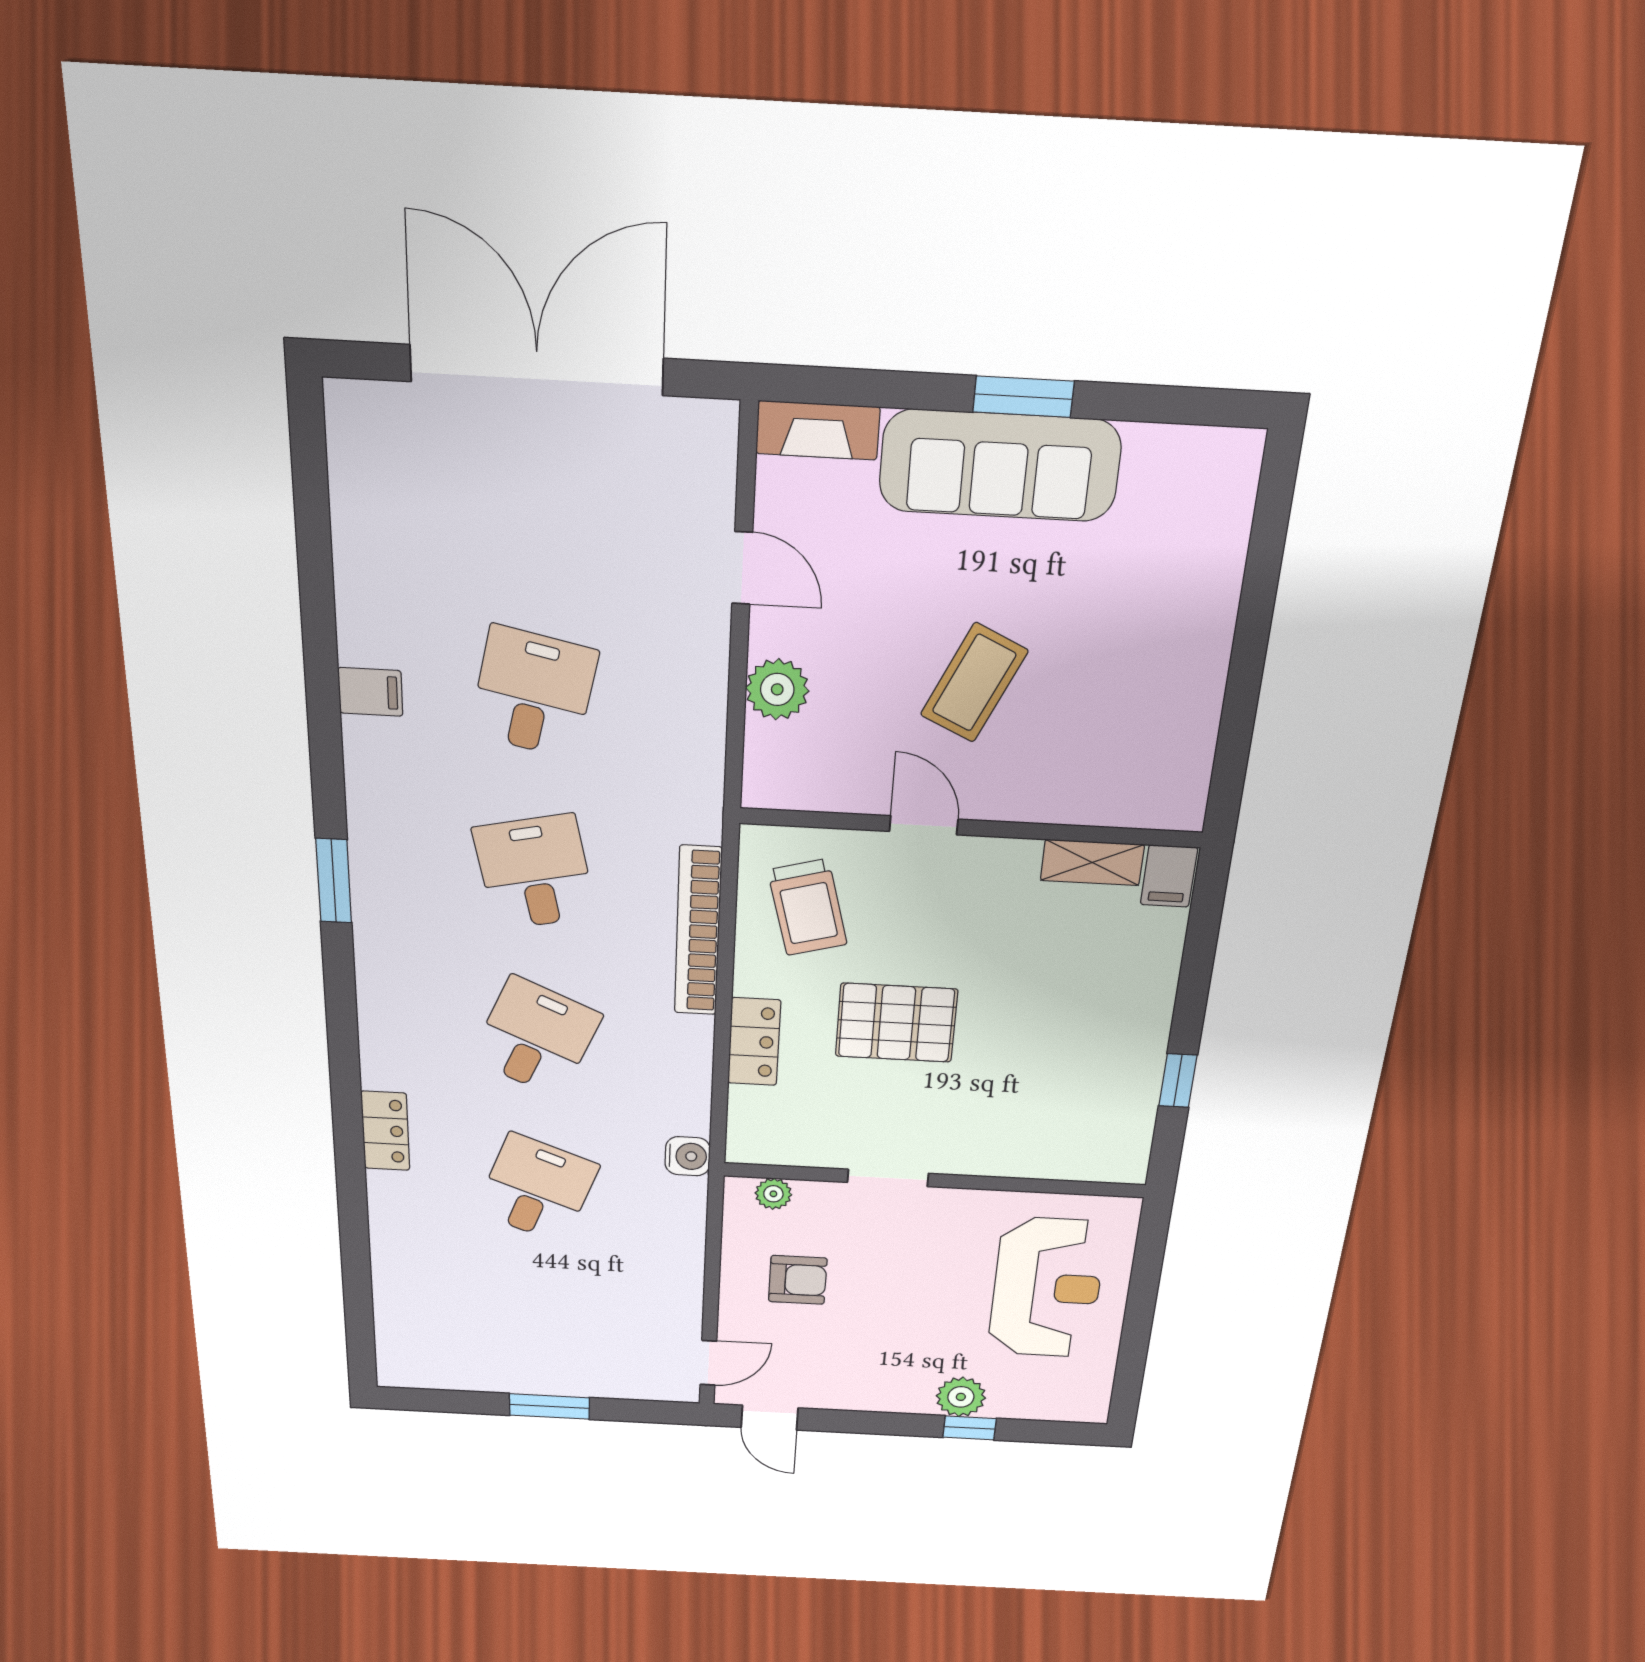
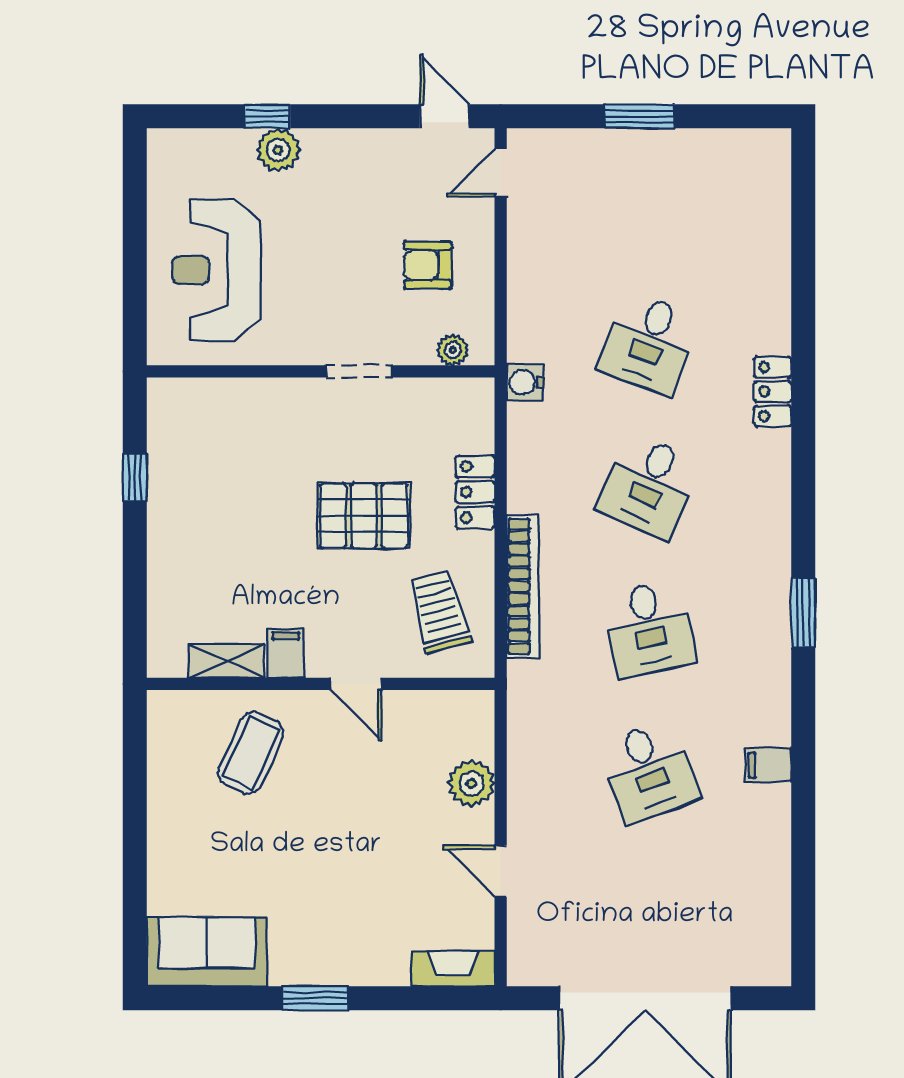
sofa: (1000, 466) -> (207, 952), moved, width x0.73
coffee table: (974, 683) -> (251, 753), moved
desk: (533, 692) -> (649, 771), turned -33
filing cabinet: (1169, 876) -> (286, 653), moved

